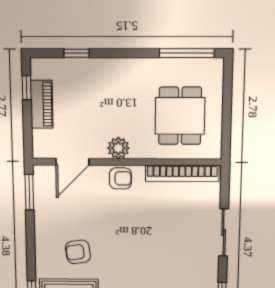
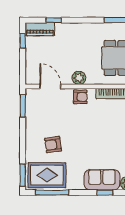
piano: (42, 104) -> (40, 29), moved, turned 90
door: (72, 162) -> (50, 87), swing flipped

